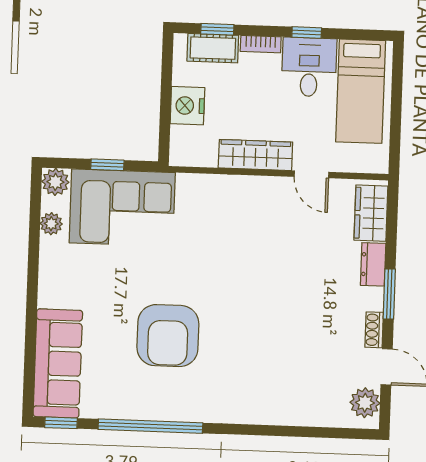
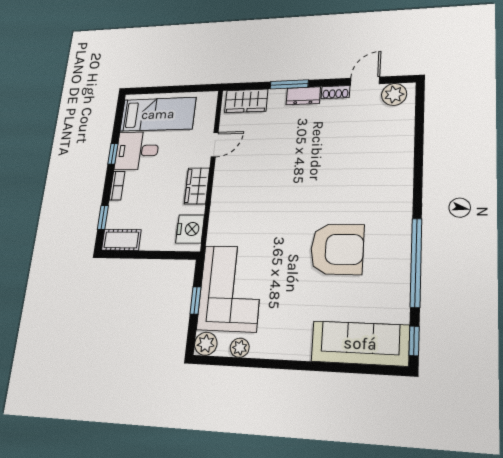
cot: (213, 48) -> (121, 240), moved, turned 90
nightstand: (187, 106) -> (190, 229), moved, turned -90
wardrobe: (255, 155) -> (197, 186), width x0.67
dresser: (373, 264) -> (303, 96), moved
window: (389, 294) -> (289, 84), moved

